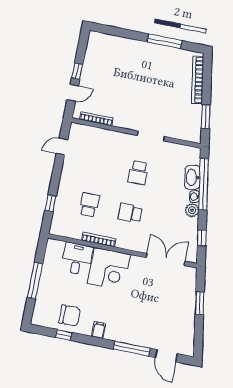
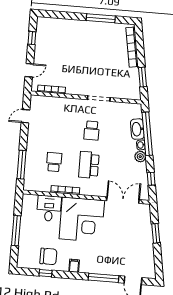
window: (77, 71) -> (32, 38), moved
window: (51, 203) -> (22, 165), width x2.17
school desk: (130, 213) -> (89, 165), width x1.85
corner desk: (109, 269) -> (82, 220), width x1.36, depth x1.36

